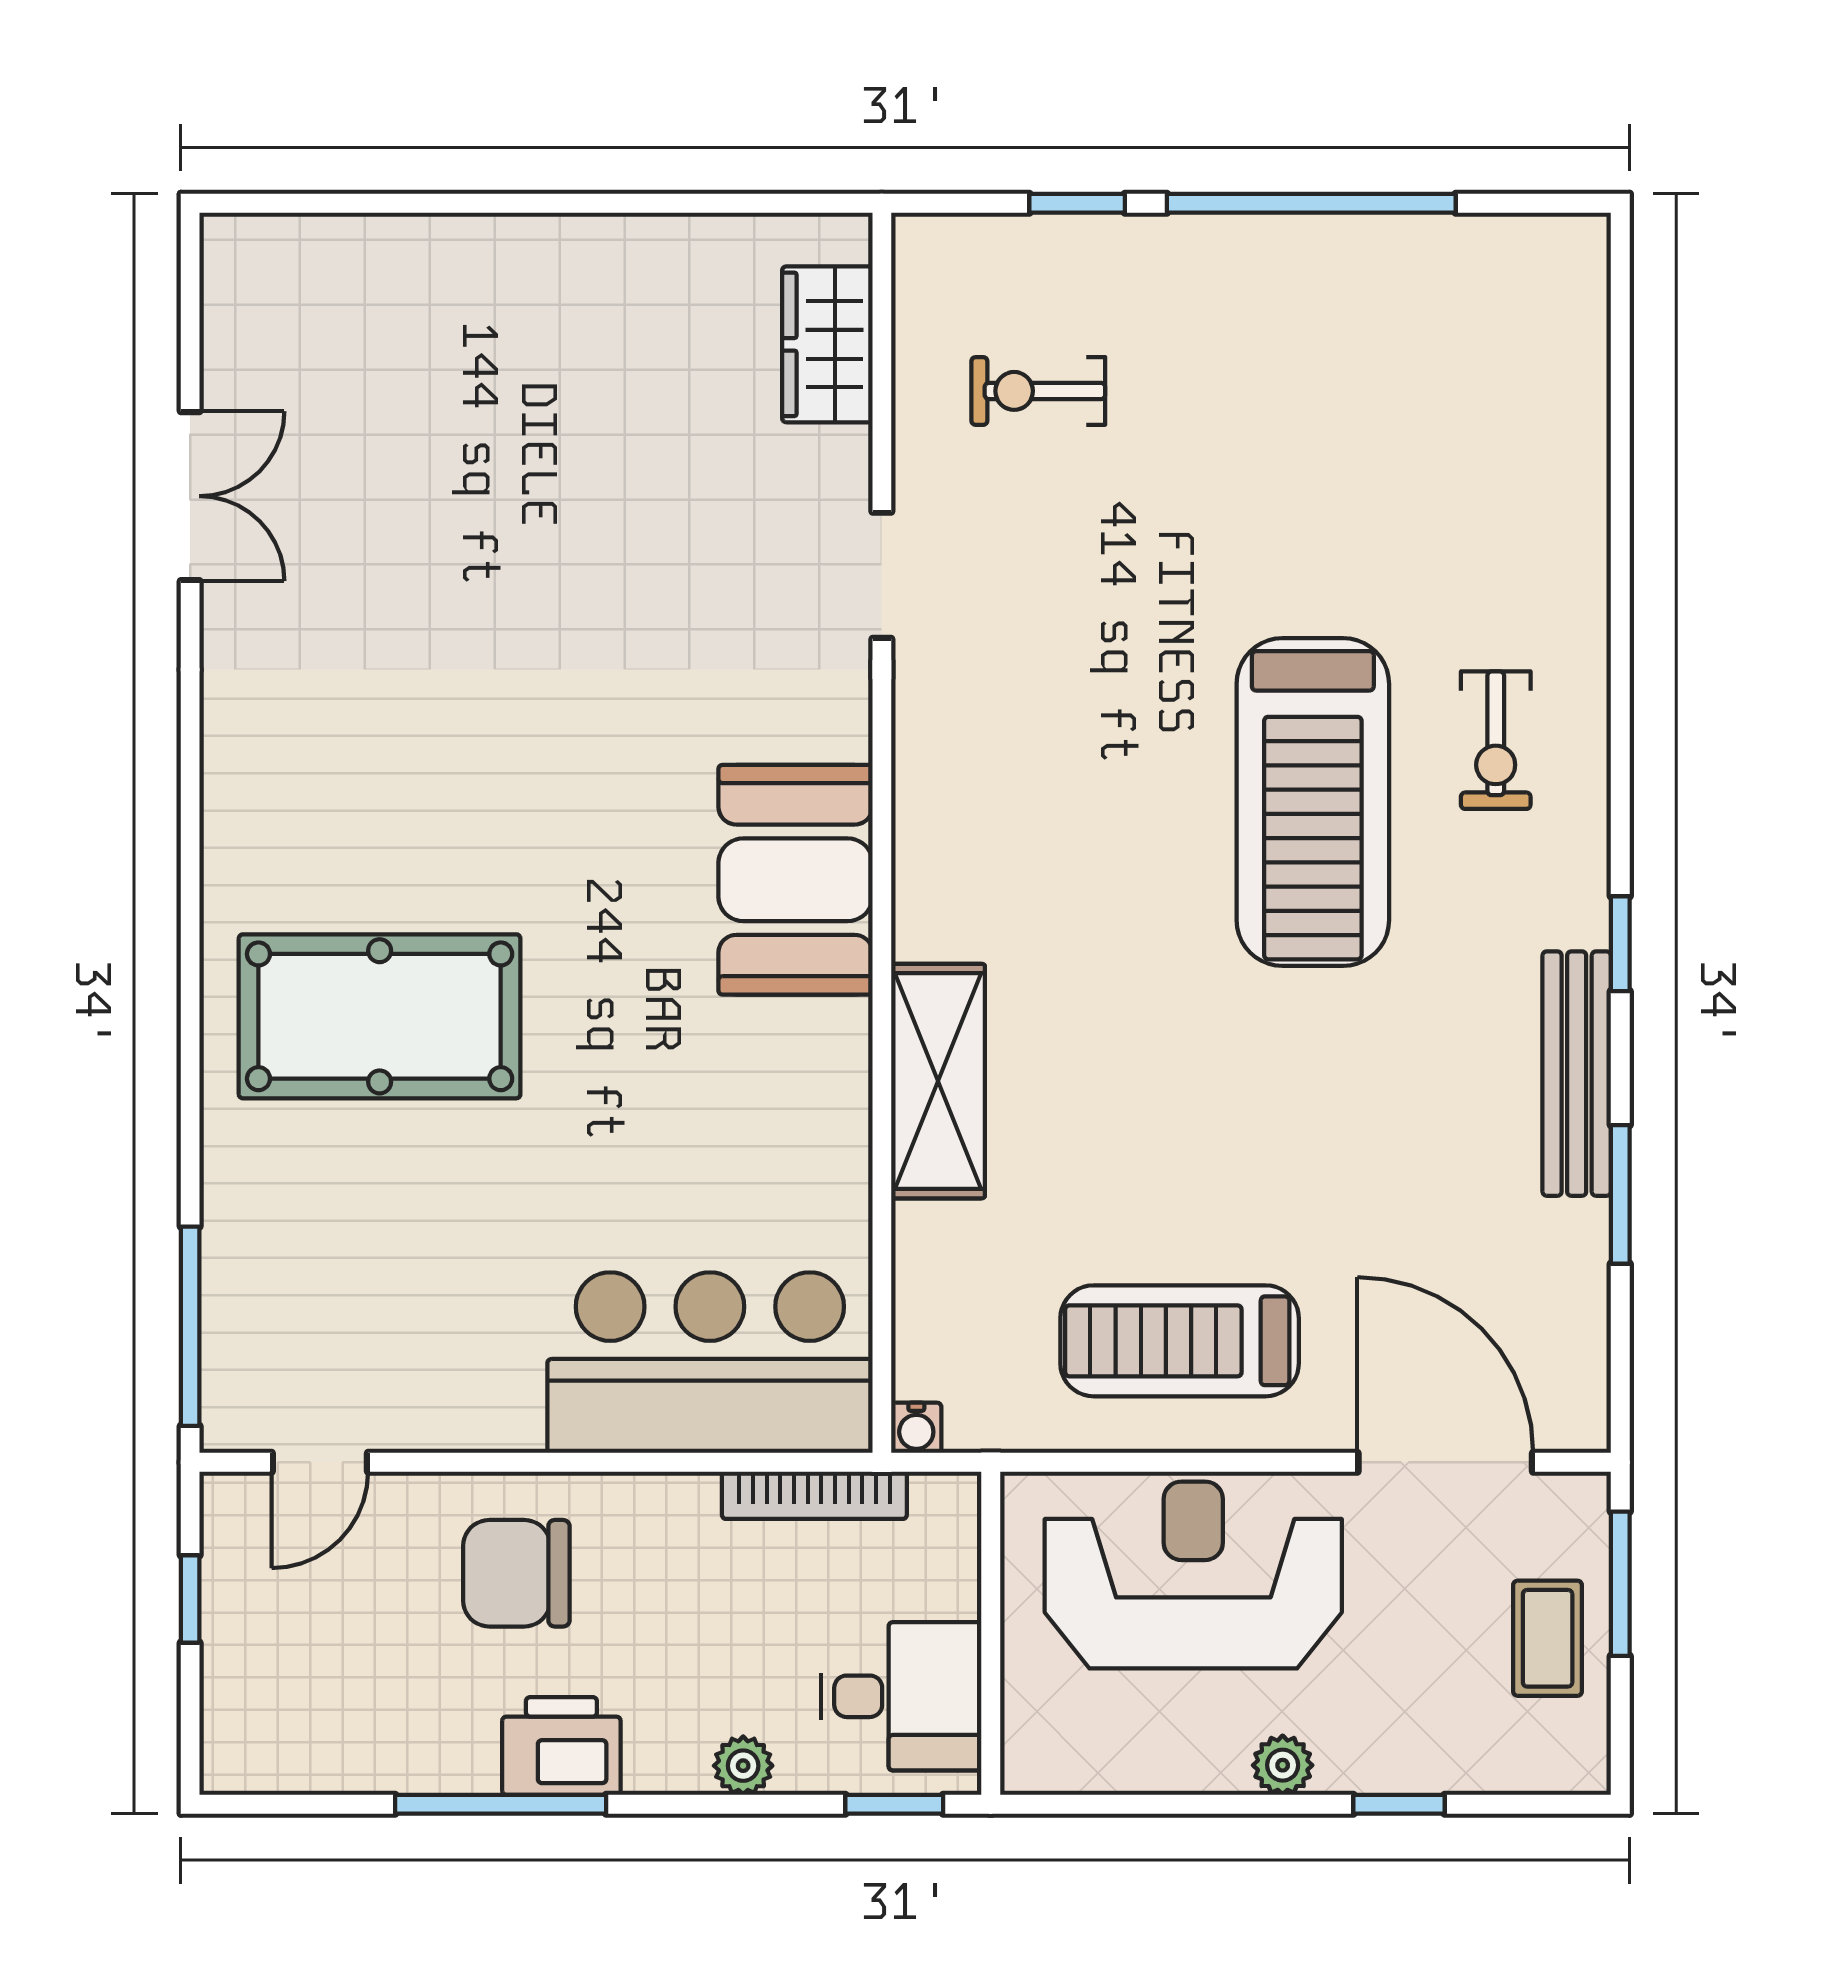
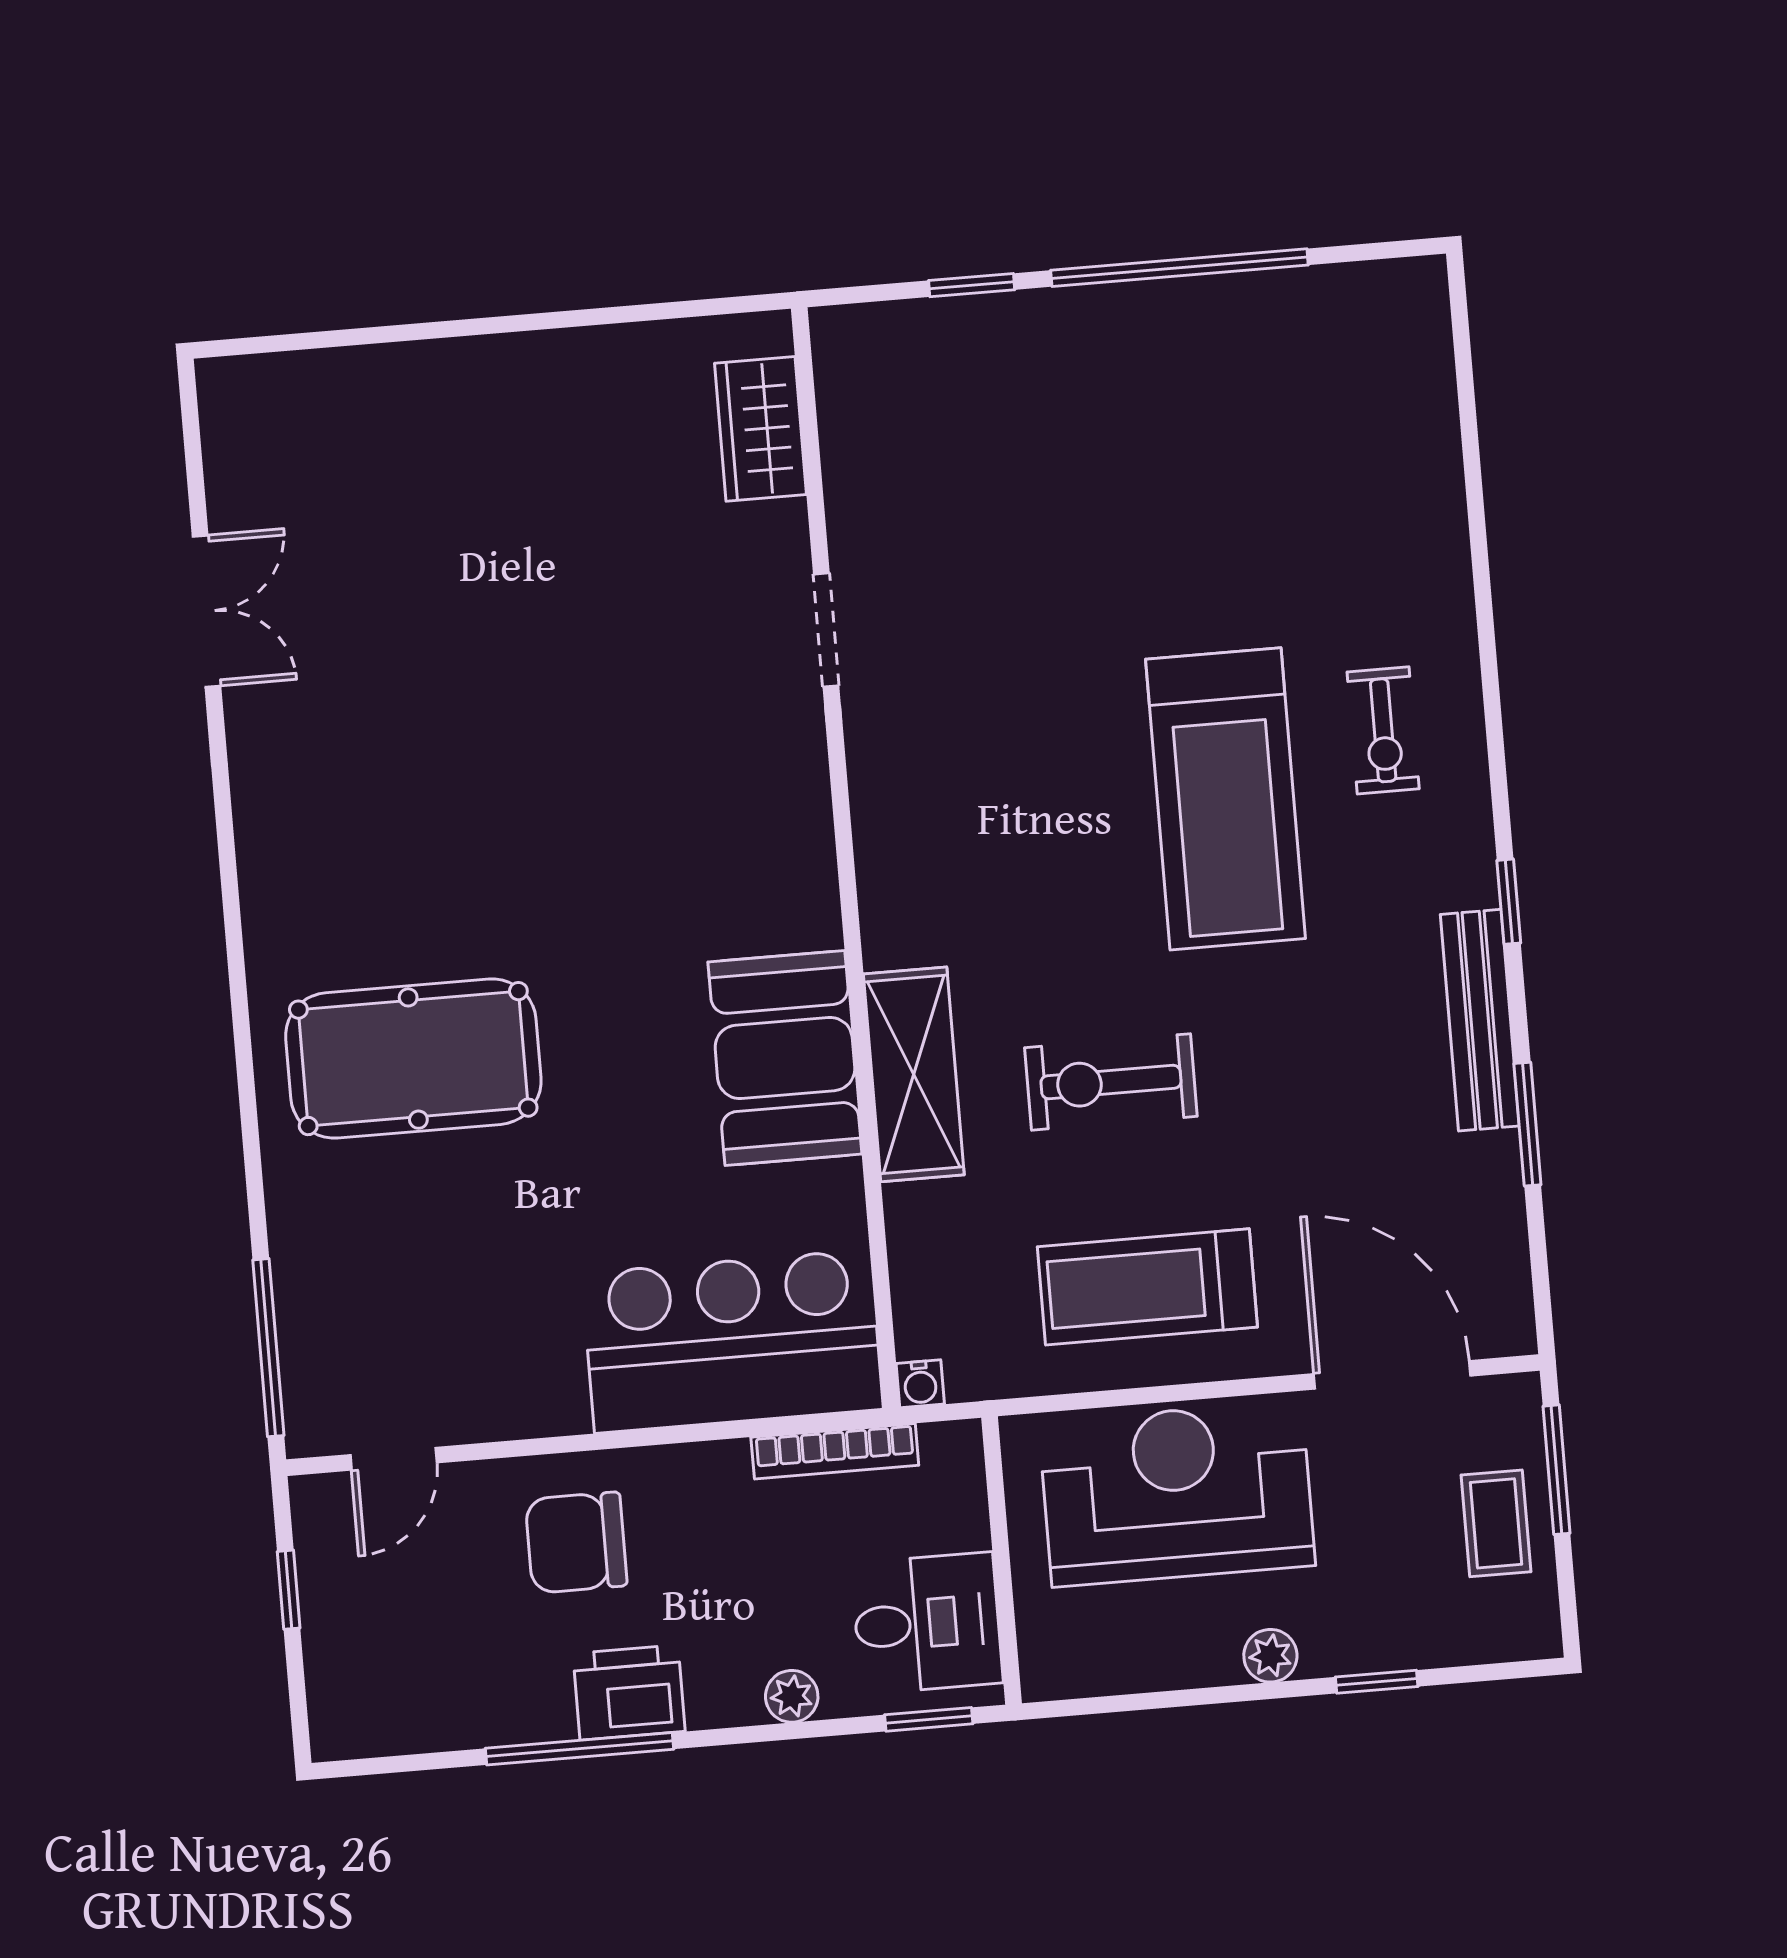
exercise bike: (1038, 391) -> (1111, 1082), moved, width x1.38, depth x1.39
booth: (795, 880) -> (785, 1058), moved

